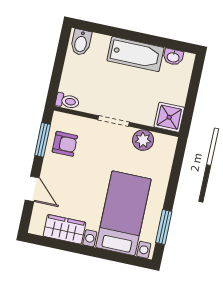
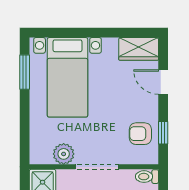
doorway: (114, 121) -> (97, 167), width x1.38
window: (43, 140) -> (163, 133), width x0.67
wardrobe: (64, 229) -> (139, 49), moved

